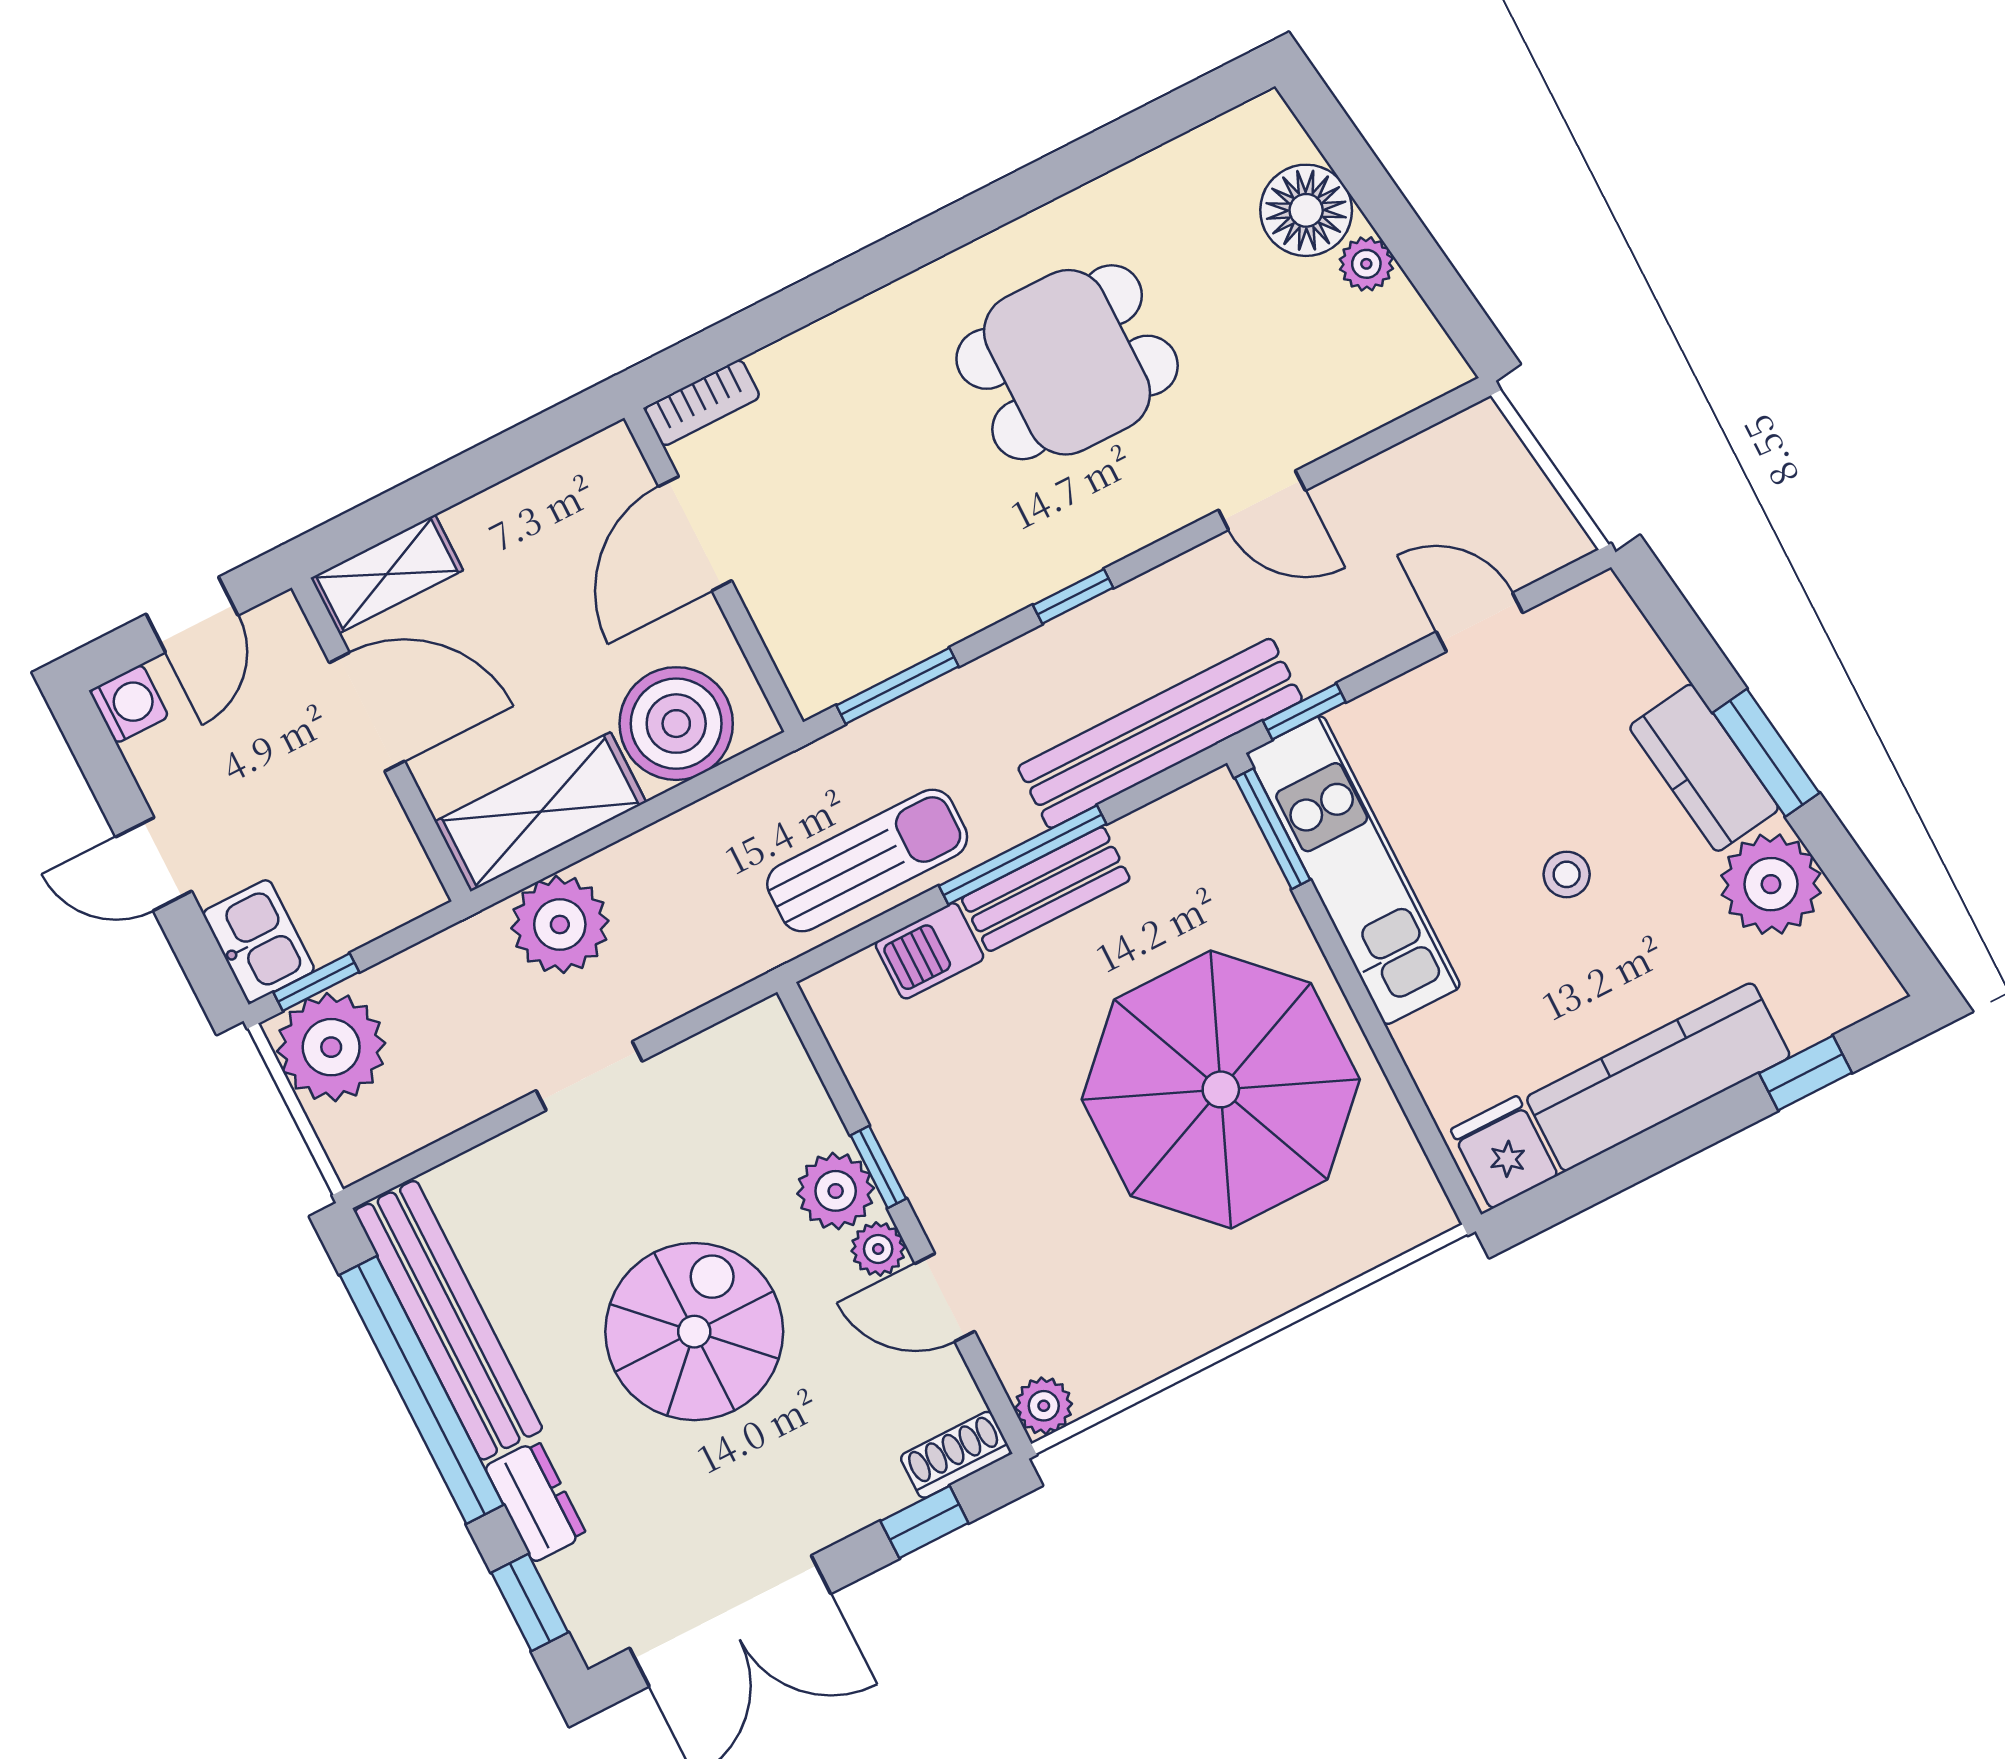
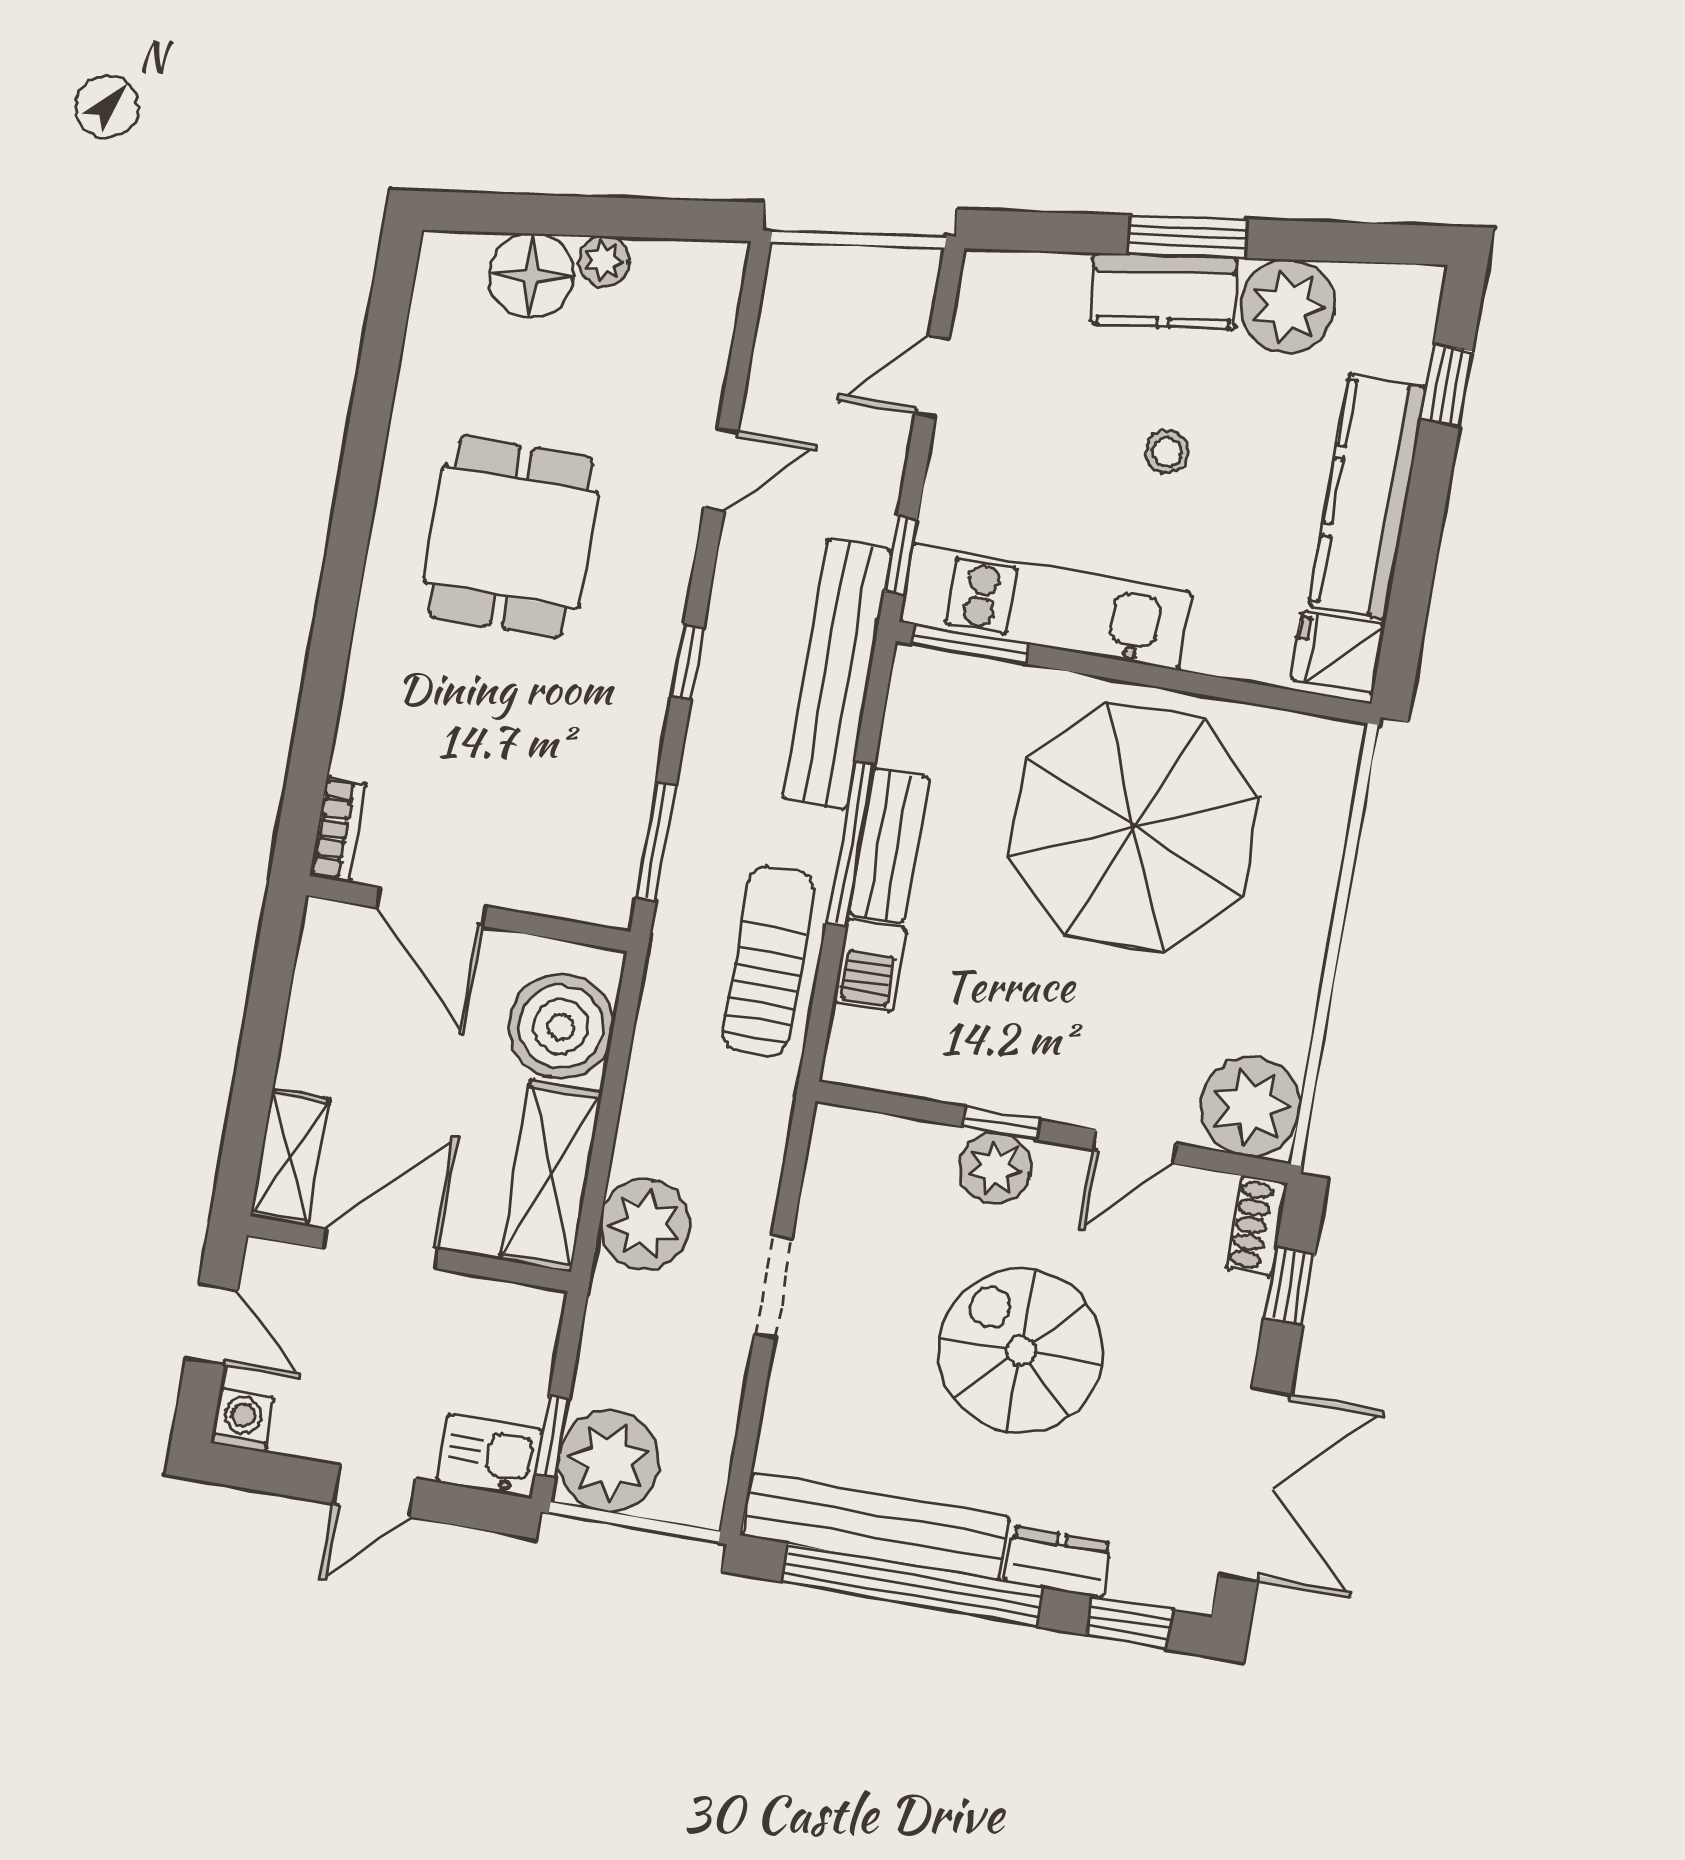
plant: (878, 1249) -> (1062, 1169), removed
plant: (1044, 1406) -> (1251, 1107), width x1.88, depth x1.88

